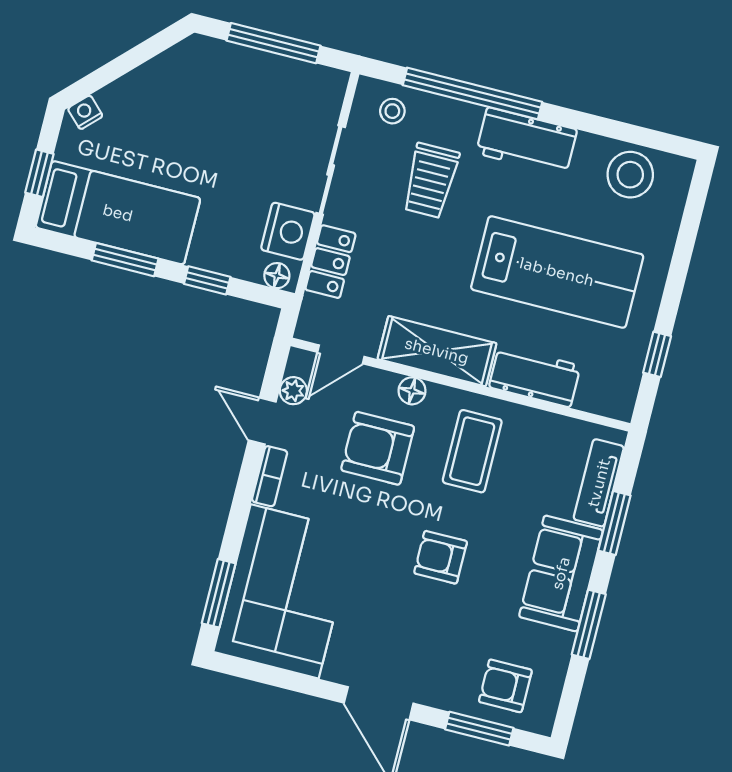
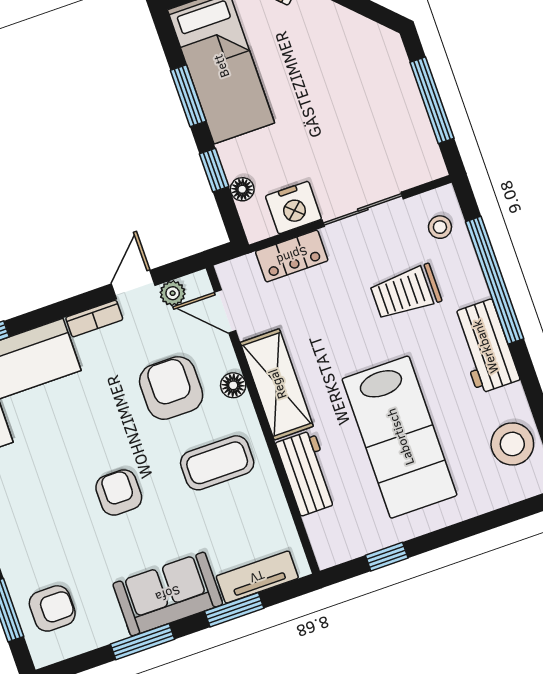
floor lamp: (277, 276) -> (242, 189), moved
armchair: (505, 686) -> (52, 608), turned 90

